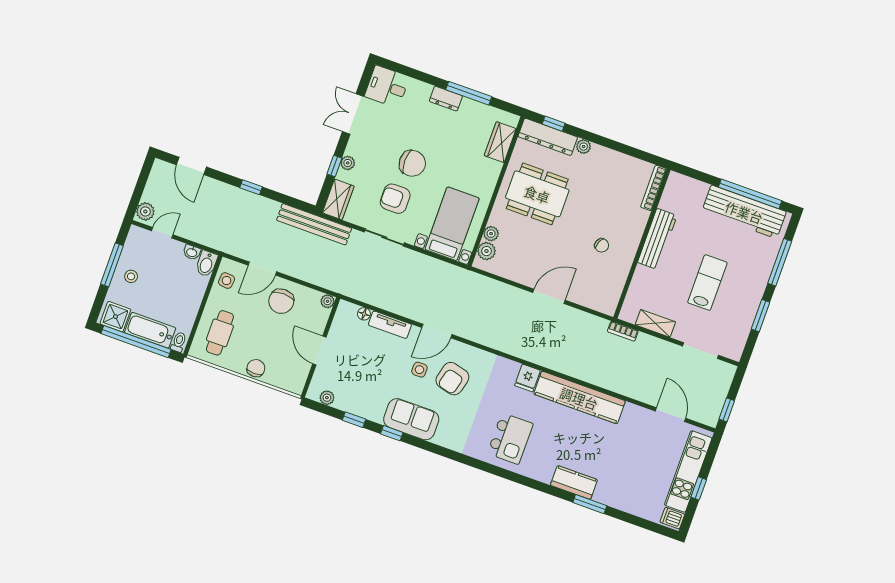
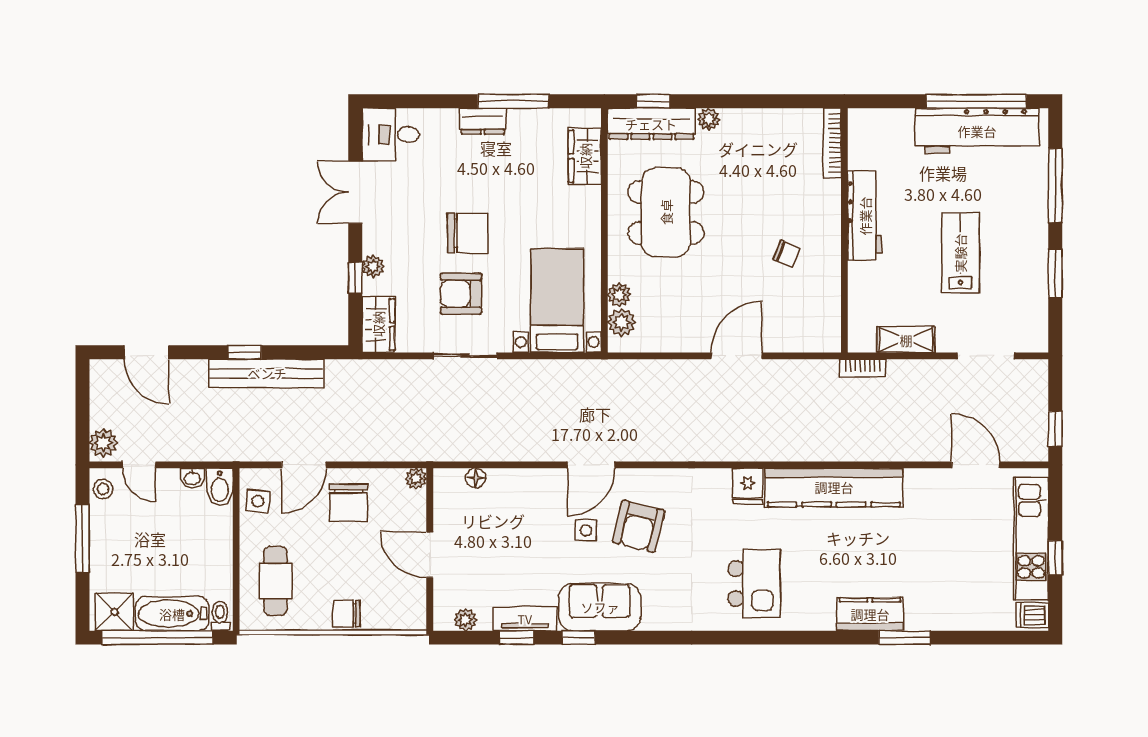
dining table: (537, 194) -> (666, 212), turned 90
bench: (314, 224) -> (267, 373), moved
door: (162, 233) -> (139, 465), swing flipped
stool: (131, 276) -> (103, 489), moved
tv unit: (390, 325) -> (525, 619), moved, turned 180
chair: (256, 368) -> (346, 614), turned -90

